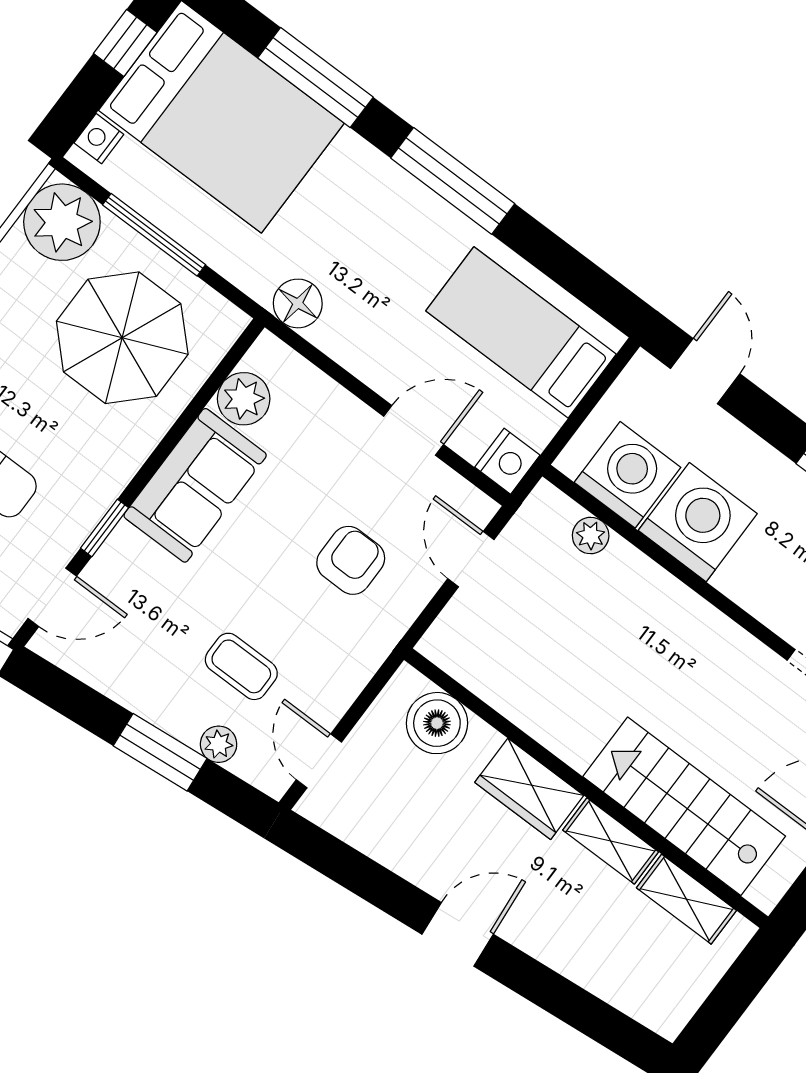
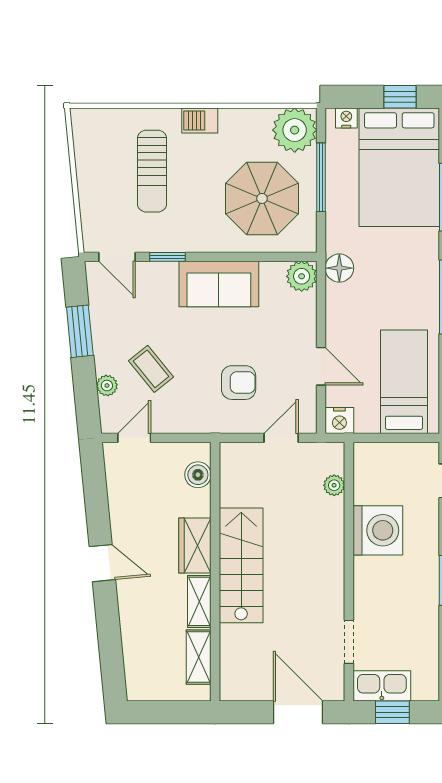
plant: (244, 399) -> (302, 276), moved
washing machine: (628, 475) -> (375, 481), removed
coffee table: (241, 666) -> (151, 369), turned -39
boiler: (437, 723) -> (198, 475), width x0.73, depth x0.73
window: (160, 752) -> (80, 331), moved
stairs: (684, 806) -> (241, 565), moved

